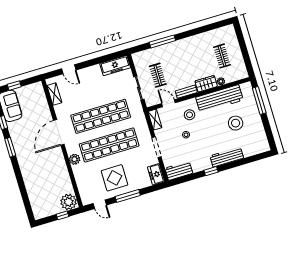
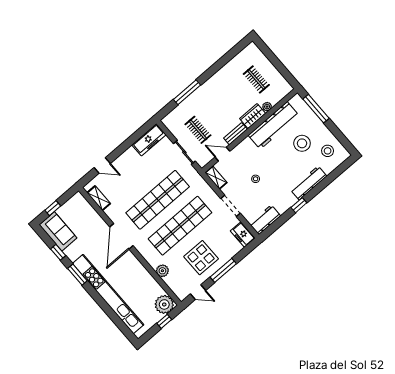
stool: (190, 115) -> (328, 151), moved
plant: (75, 159) -> (162, 271), moved
kitchen unit: (28, 174) -> (108, 294), added

